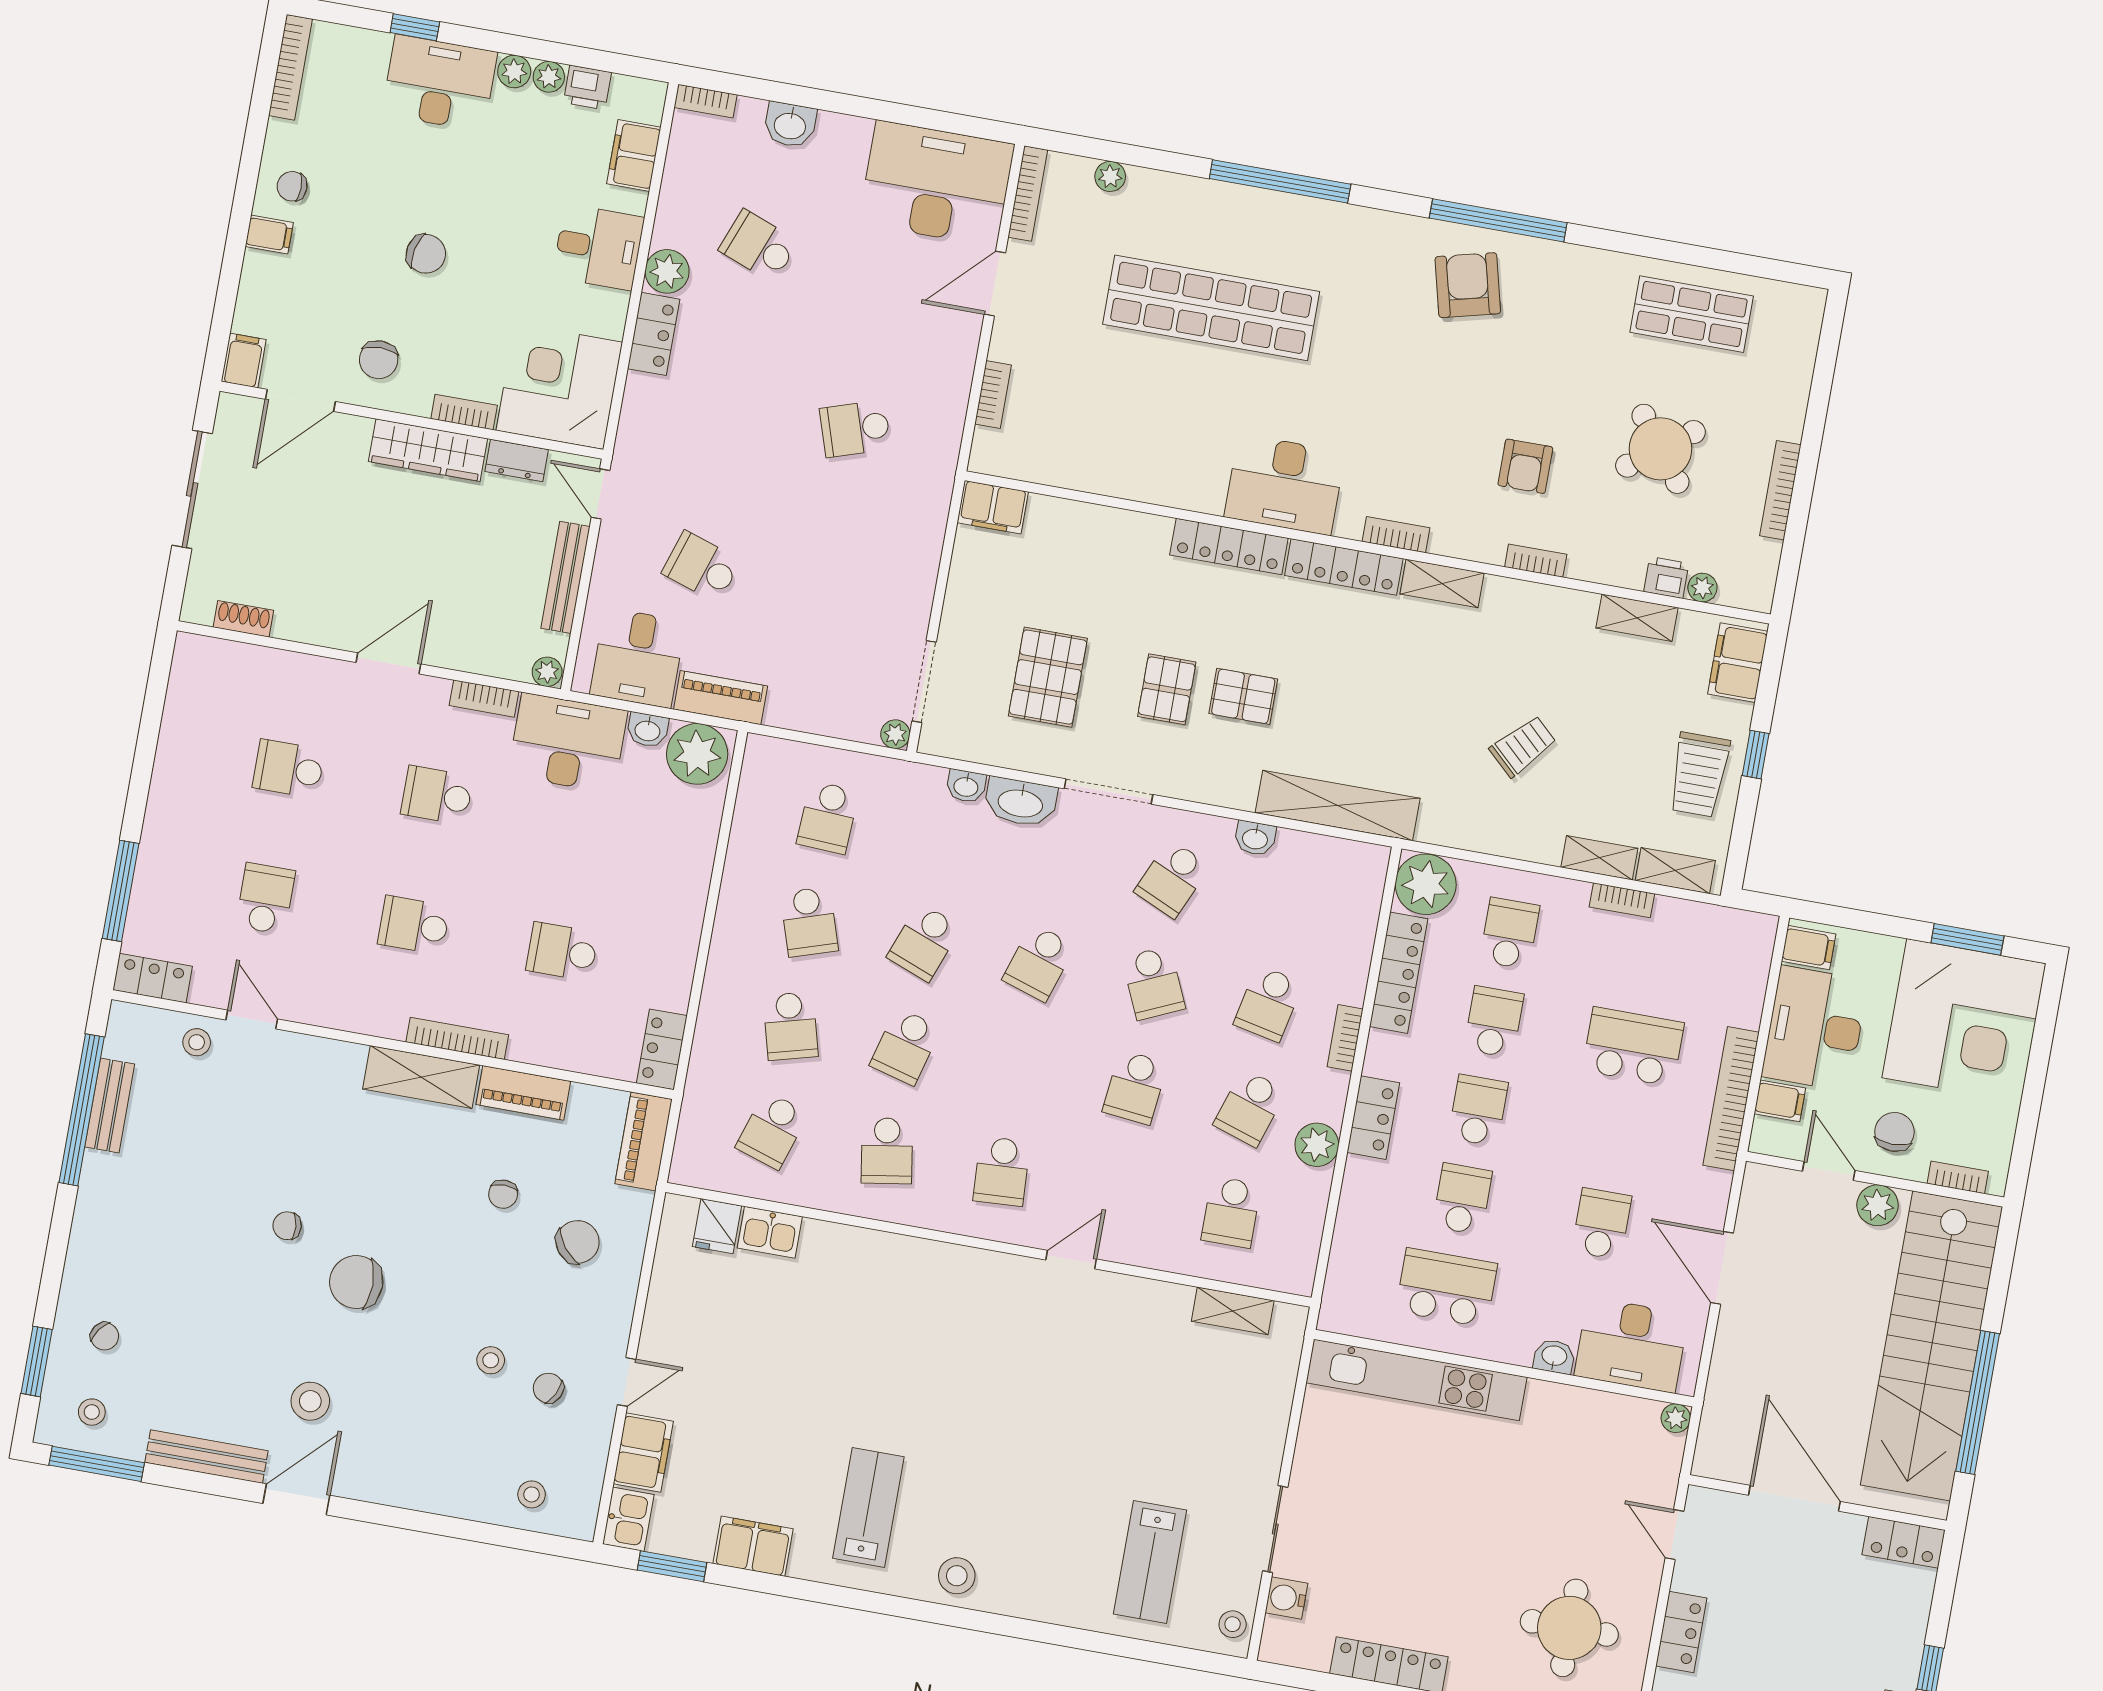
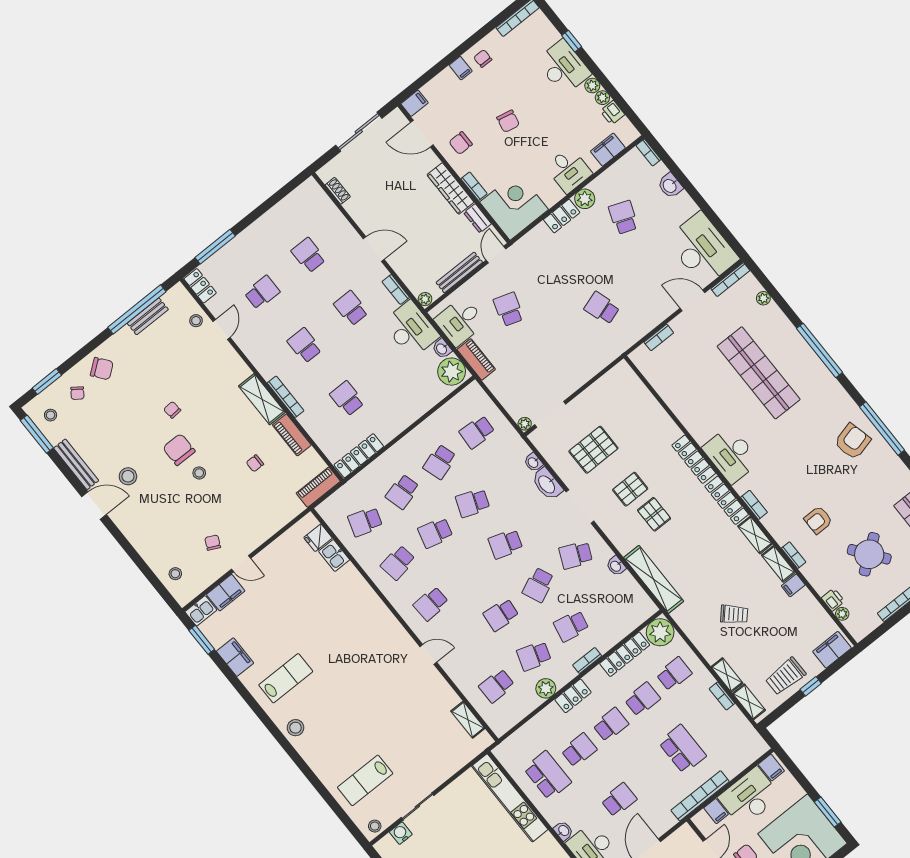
filing cabinet: (993, 507) -> (793, 585), moved, width x0.50
shelving: (1637, 618) -> (778, 564), moved
locker: (662, 1049) -> (359, 456), width x1.53
chair: (578, 1242) -> (102, 369), moved
stool: (491, 1360) -> (199, 473), moved

